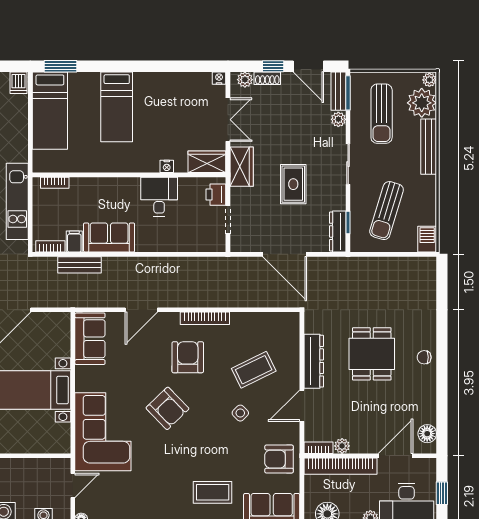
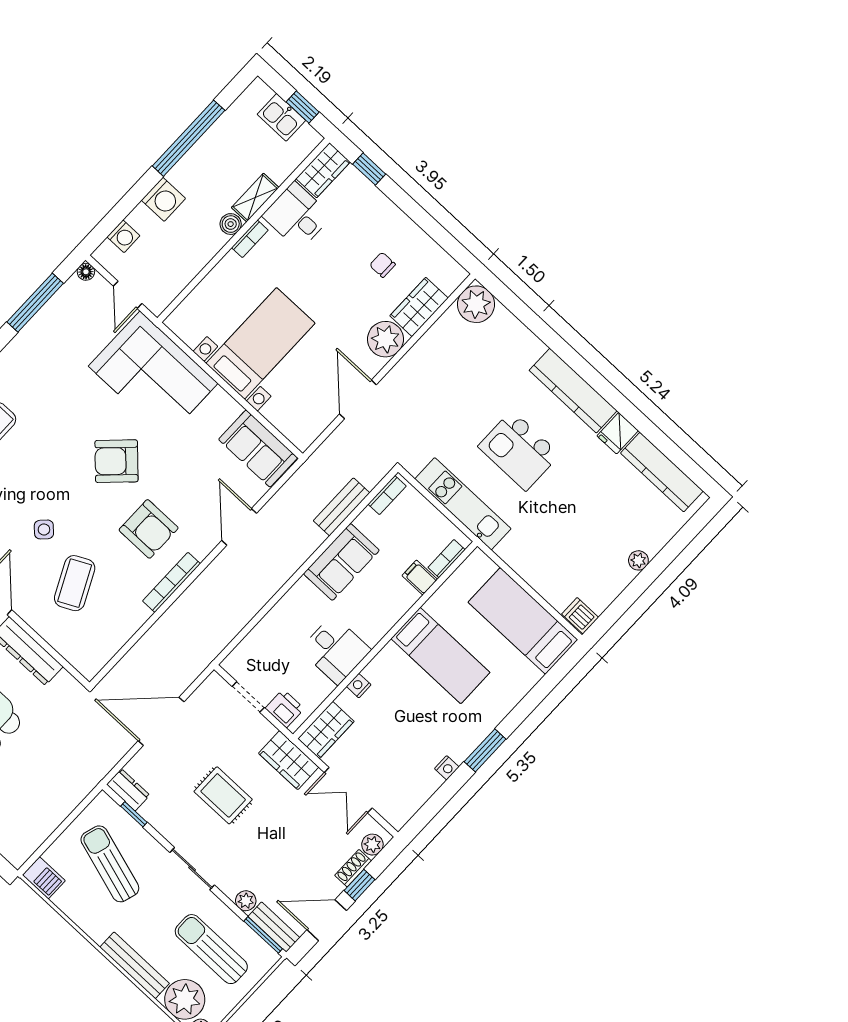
window: (61, 66) -> (485, 750), moved
nightstand: (219, 78) -> (447, 768), moved
bed: (117, 107) -> (440, 656), moved, turned 180
dresser: (338, 231) -> (128, 790), width x0.70
filing cabinet: (74, 242) -> (420, 577), moved, turned 180

